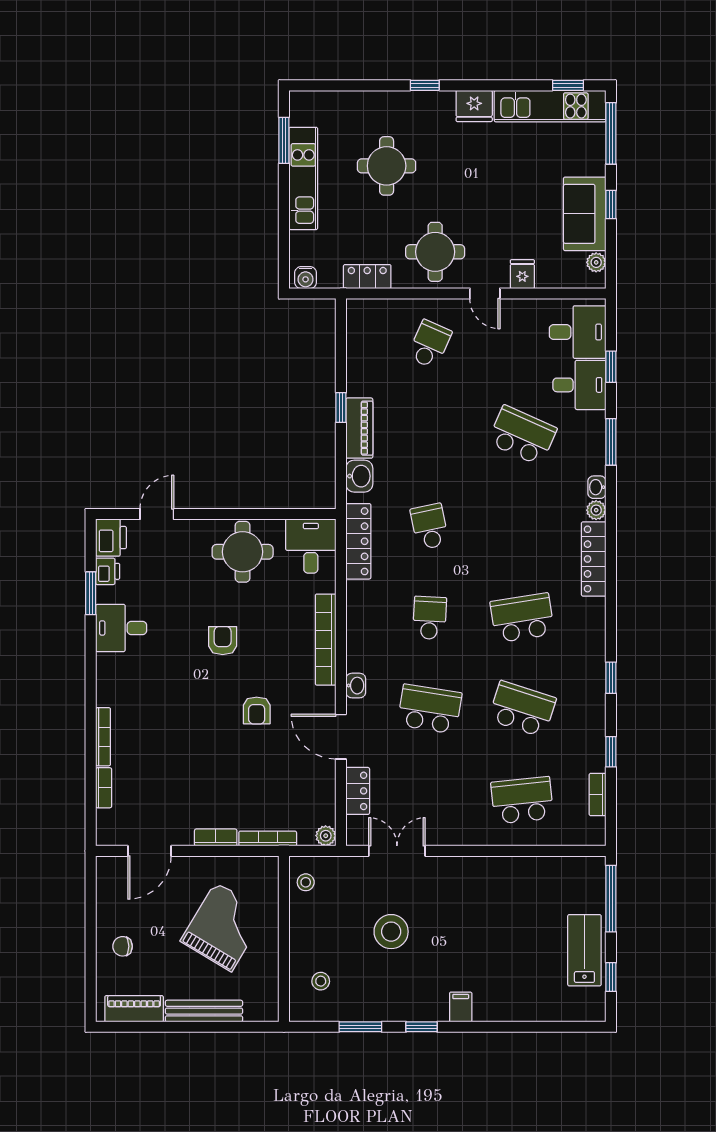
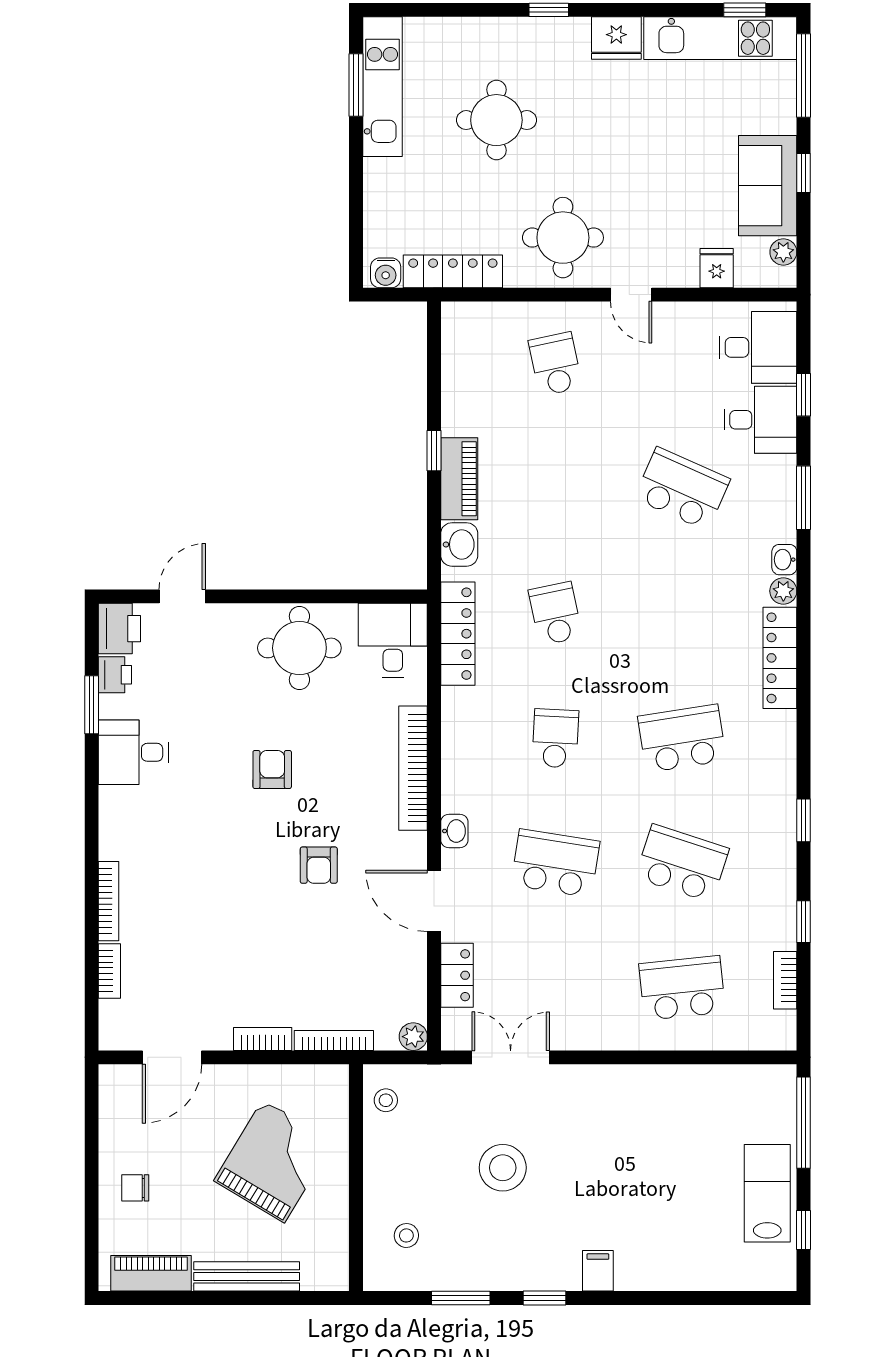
kitchen unit: (303, 178) -> (383, 87), moved
fridge: (522, 274) -> (717, 268), moved
locker: (367, 277) -> (453, 271), width x1.53
school desk: (430, 344) -> (555, 364), turned -36

